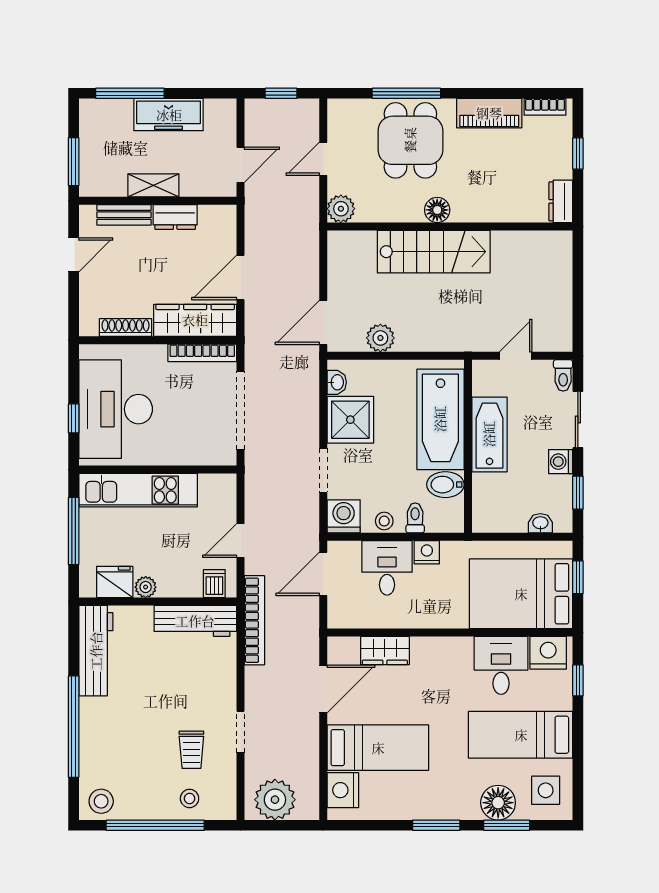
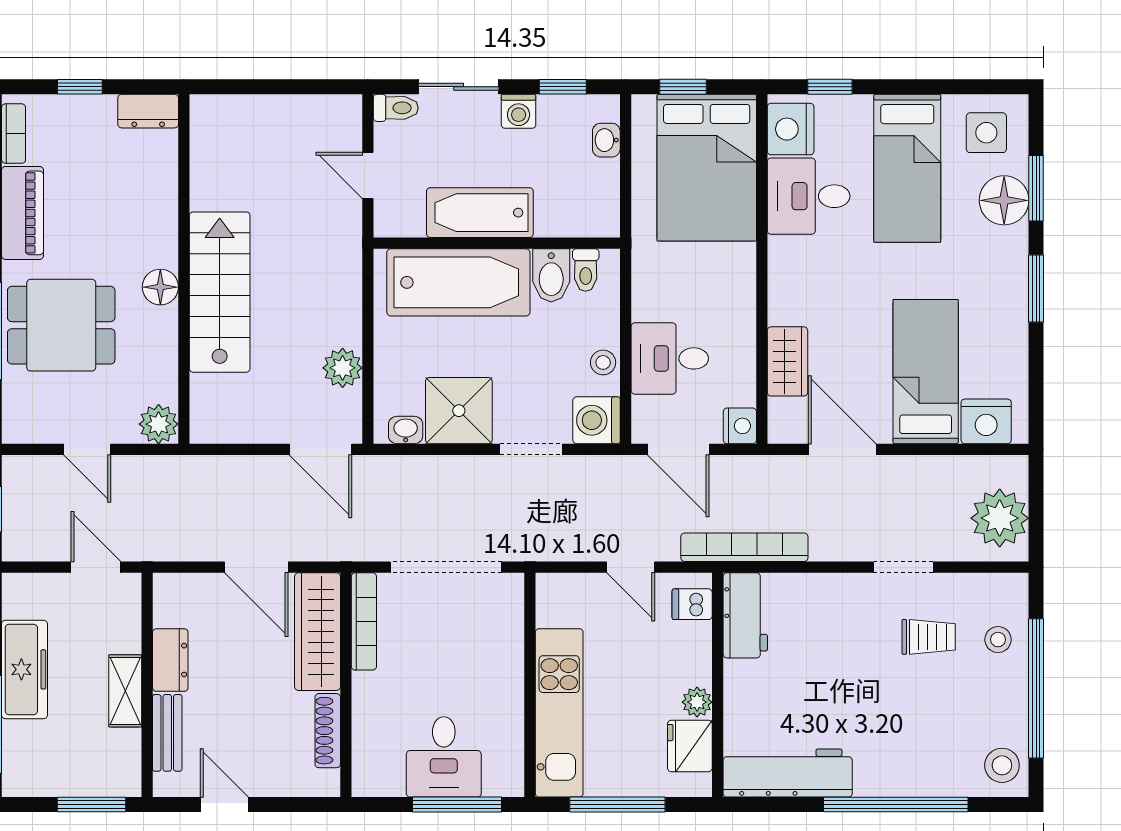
desk: (116, 409) -> (444, 757), width x0.53, depth x0.77
window: (74, 418) -> (457, 805), width x2.17
toilet: (415, 518) -> (586, 270), moved, turned -90
nightstand: (427, 552) -> (740, 426), moved, turned 180
workbench: (195, 621) -> (745, 615), width x0.73

